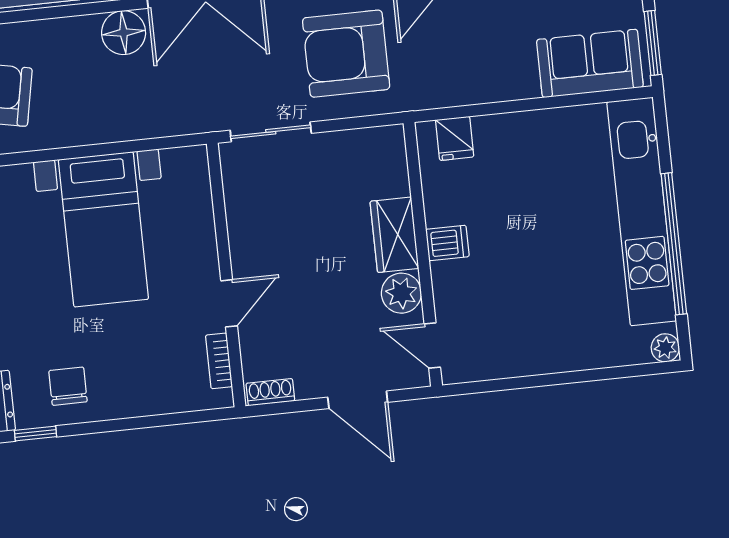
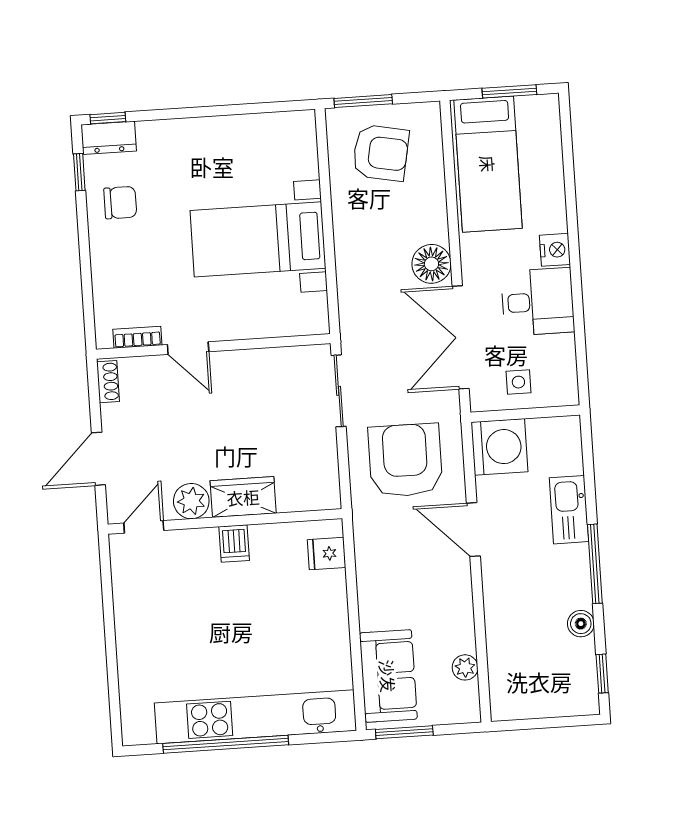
plant: (665, 348) -> (134, 733), removed

